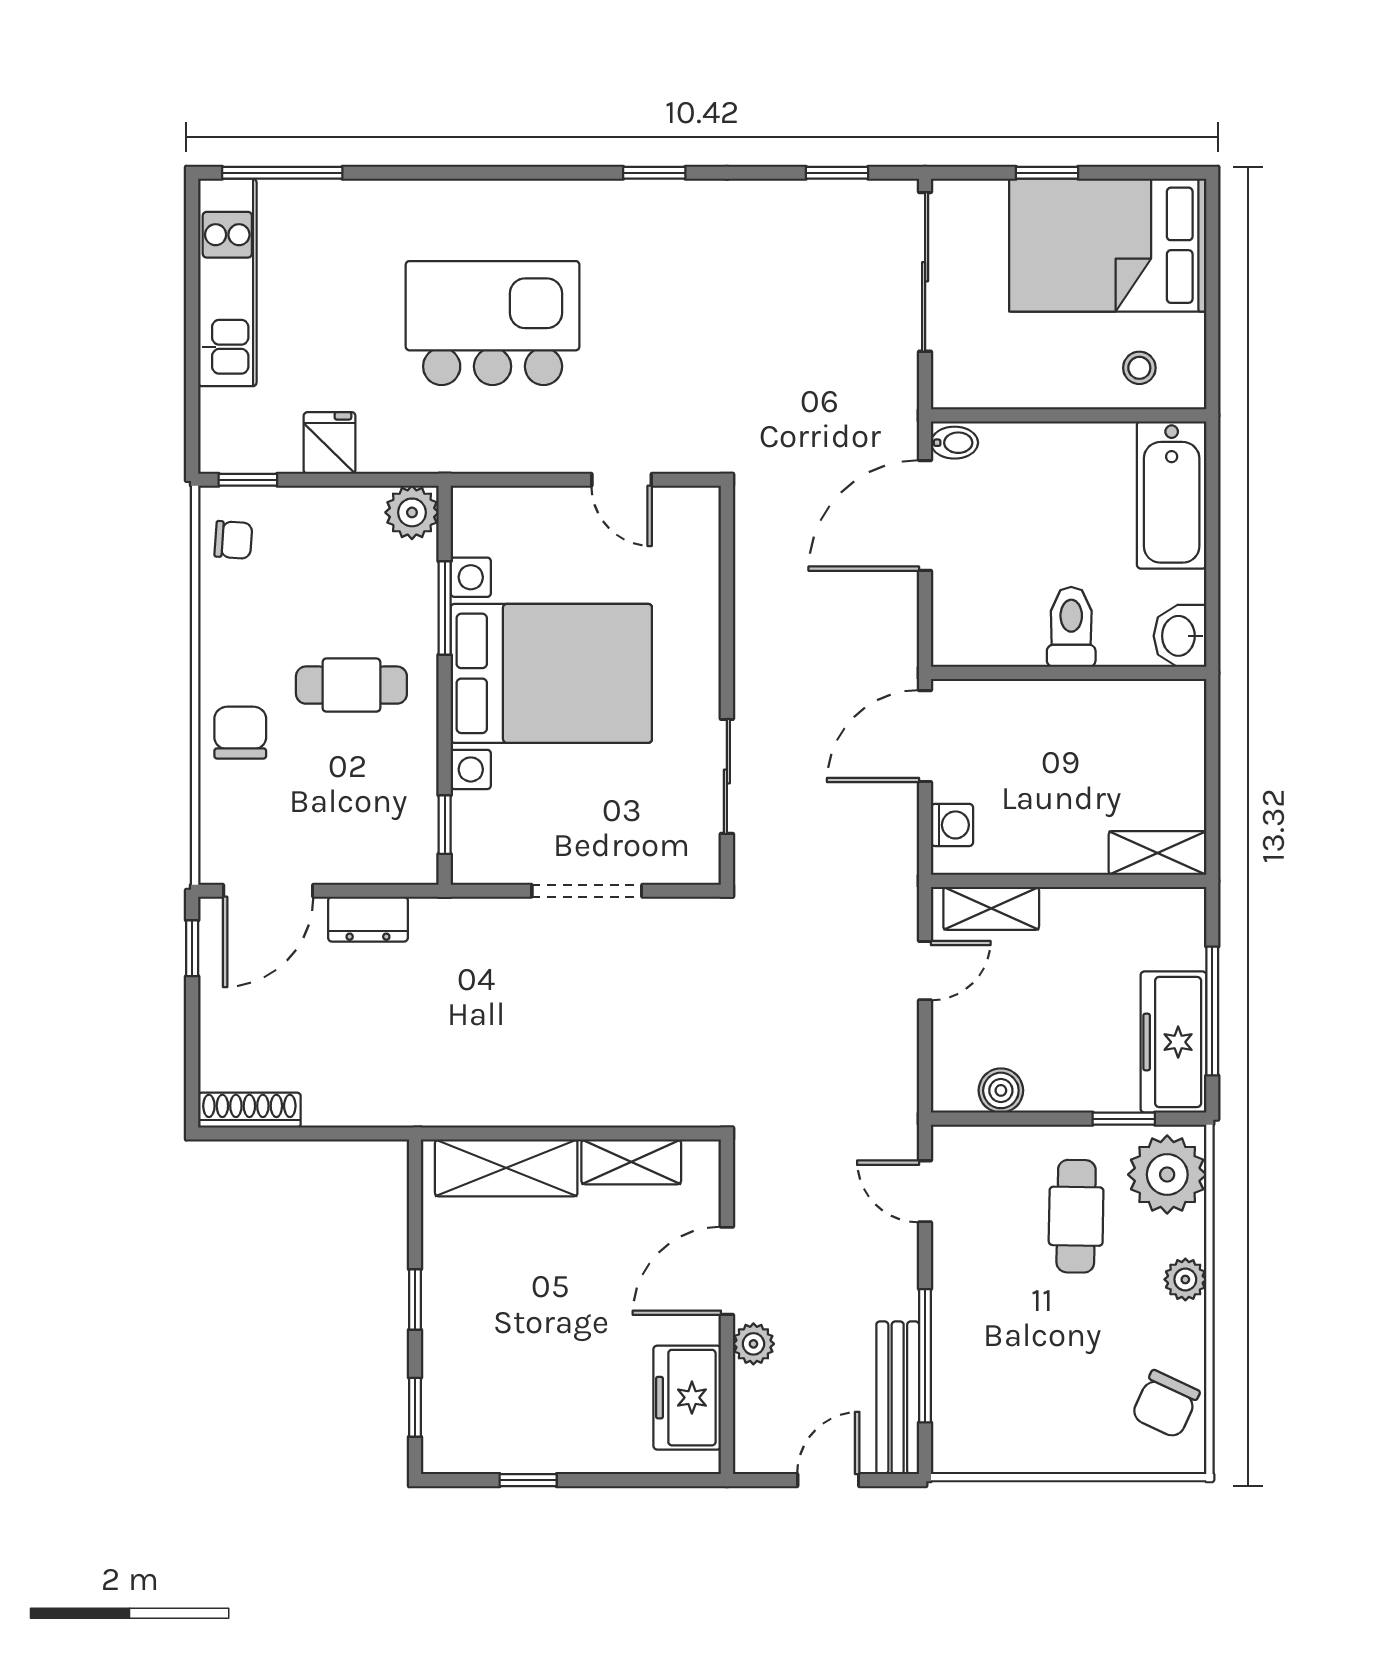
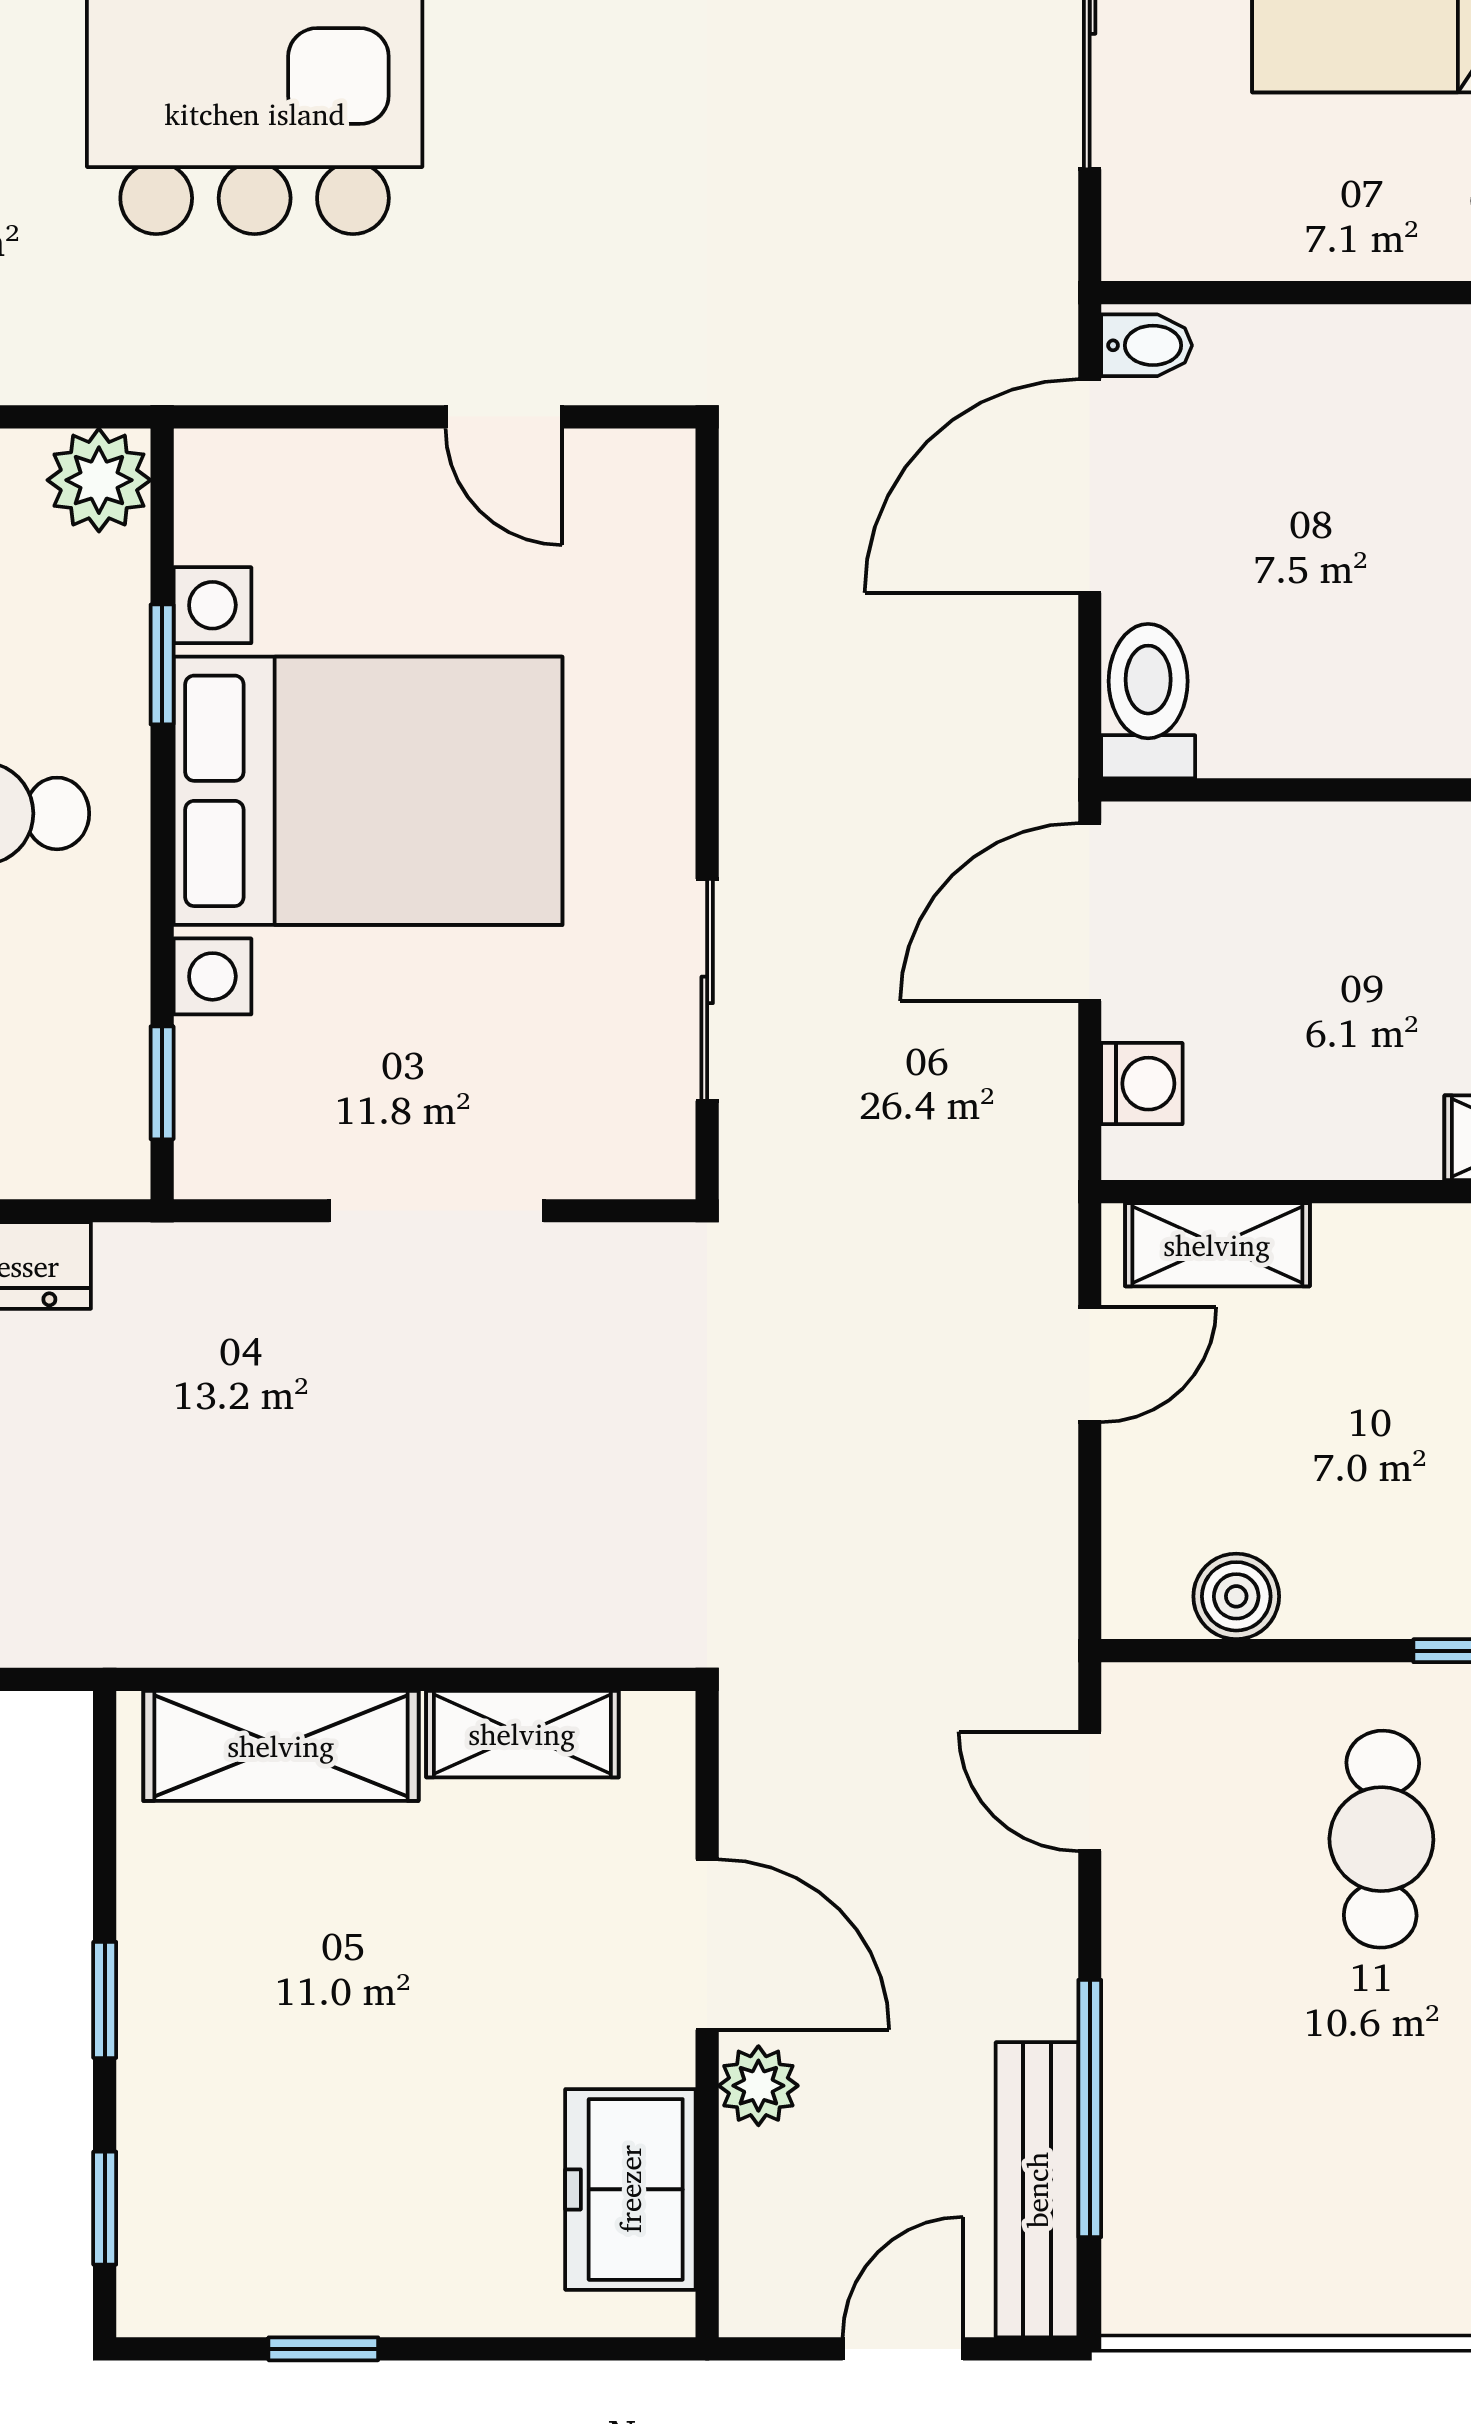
window: (445, 608) -> (162, 664), width x0.67
toilet: (1071, 627) -> (1148, 701), moved
door: (727, 1271) -> (707, 1945), swing flipped

